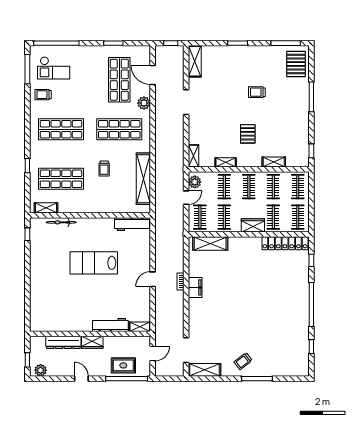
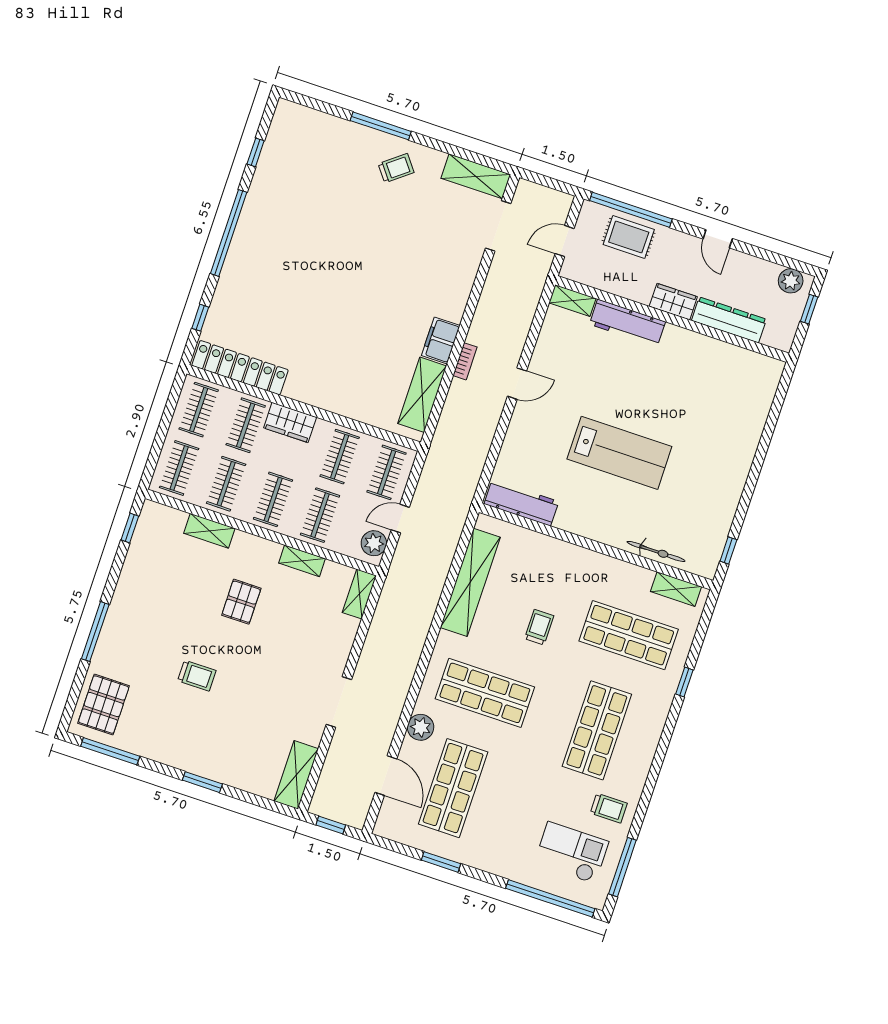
shop shelf: (61, 129) -> (597, 730), turned 90
shelving: (210, 243) -> (422, 395), moved, turned 90

